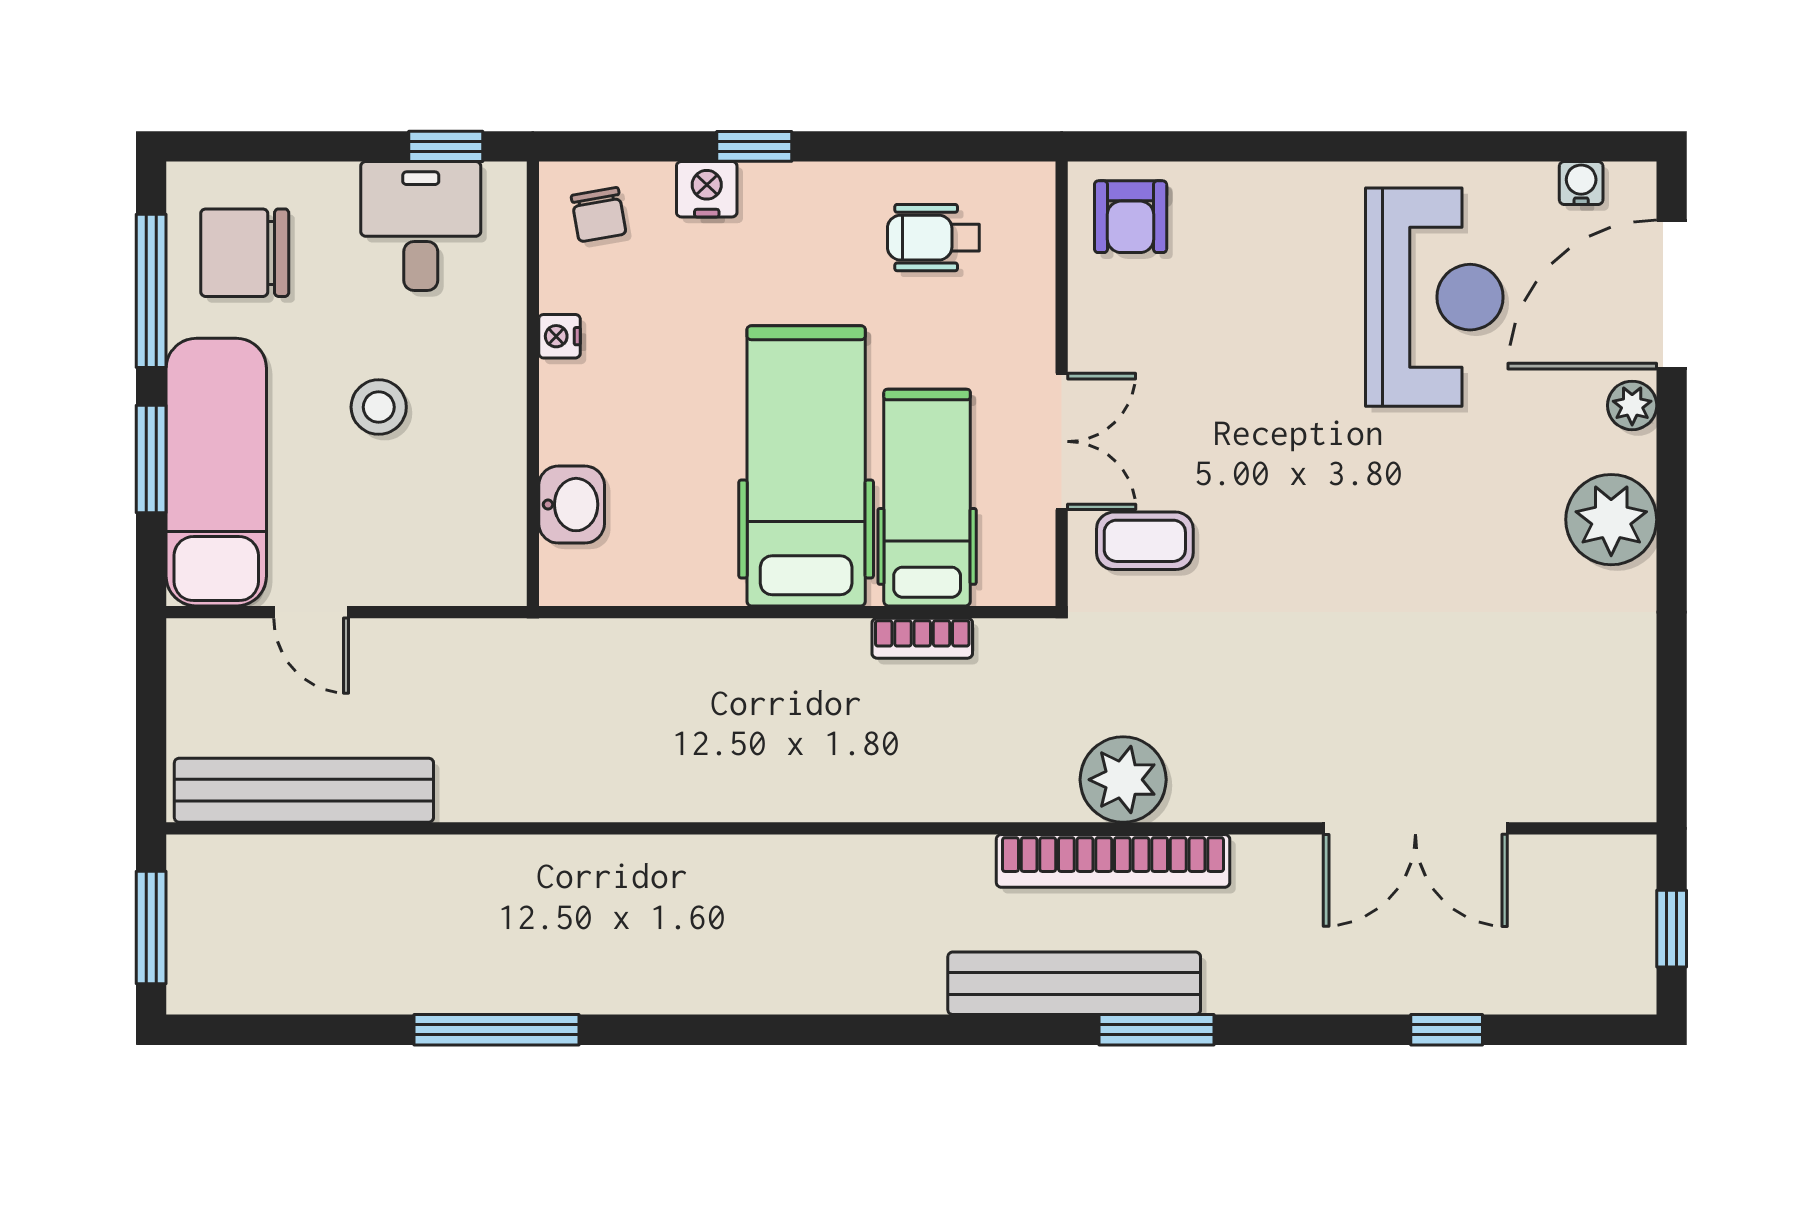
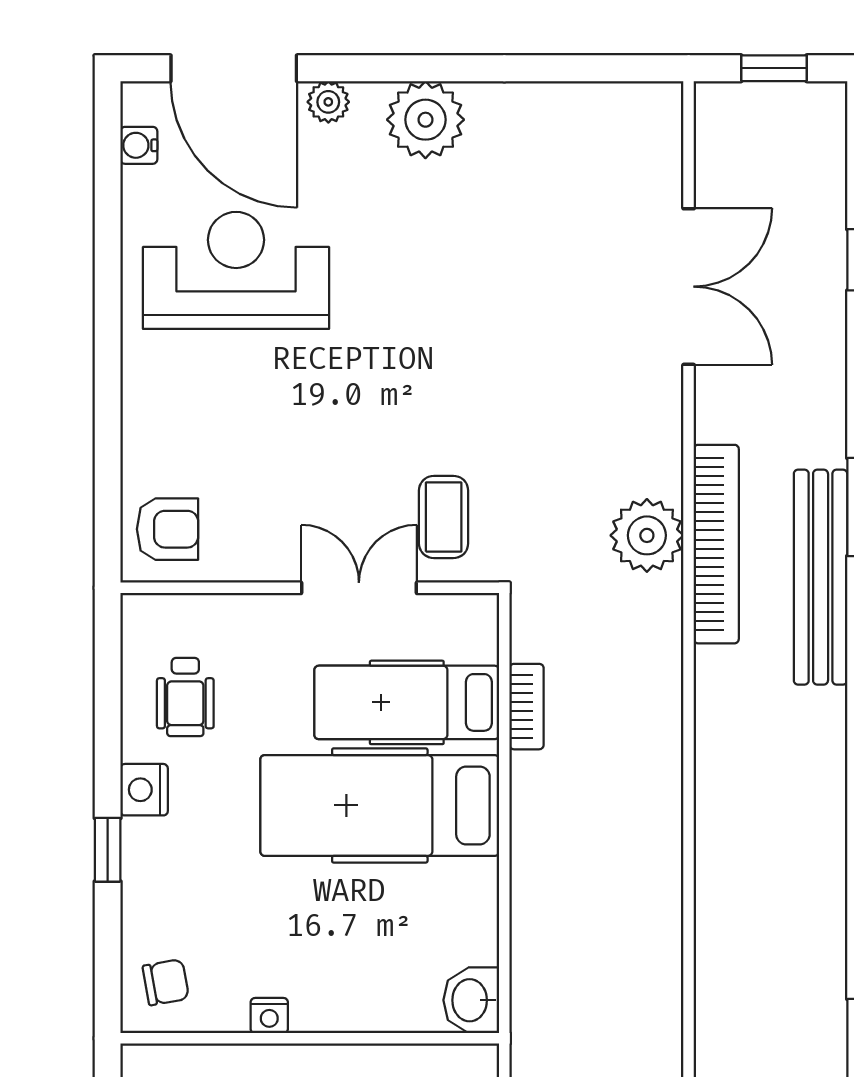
nightstand: (707, 189) -> (144, 790), moved
washbasin: (572, 505) -> (471, 1000), moved, turned -90

